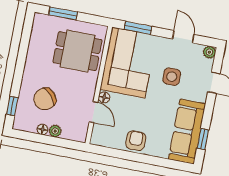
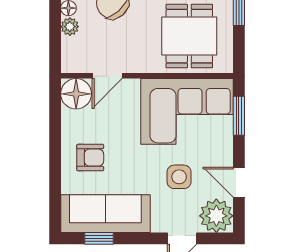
door: (183, 37) -> (239, 182), swing flipped
plant: (209, 52) -> (216, 216), width x1.88, depth x1.88
floor lamp: (104, 97) -> (76, 94), moved, width x1.89, depth x1.89
armchair: (136, 141) -> (90, 158), moved

